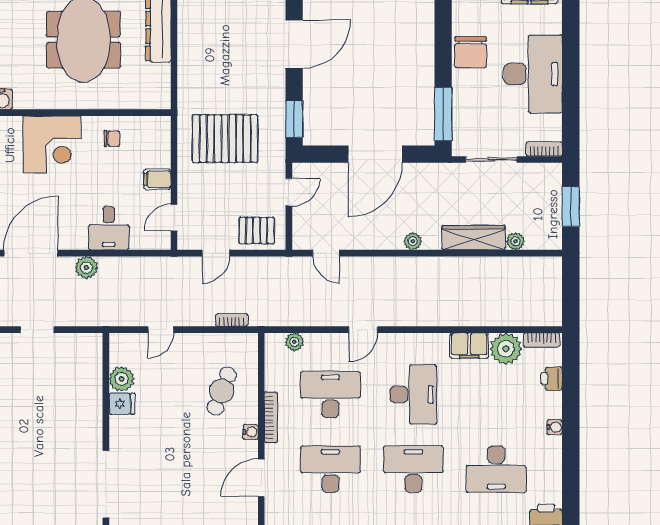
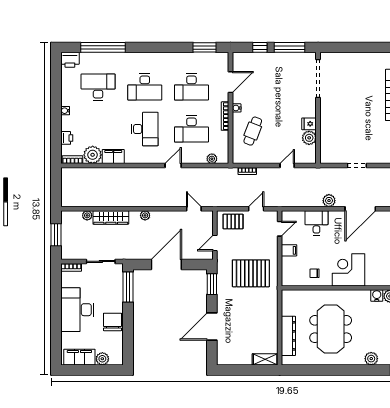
desk: (413, 395) -> (145, 129), turned 180

